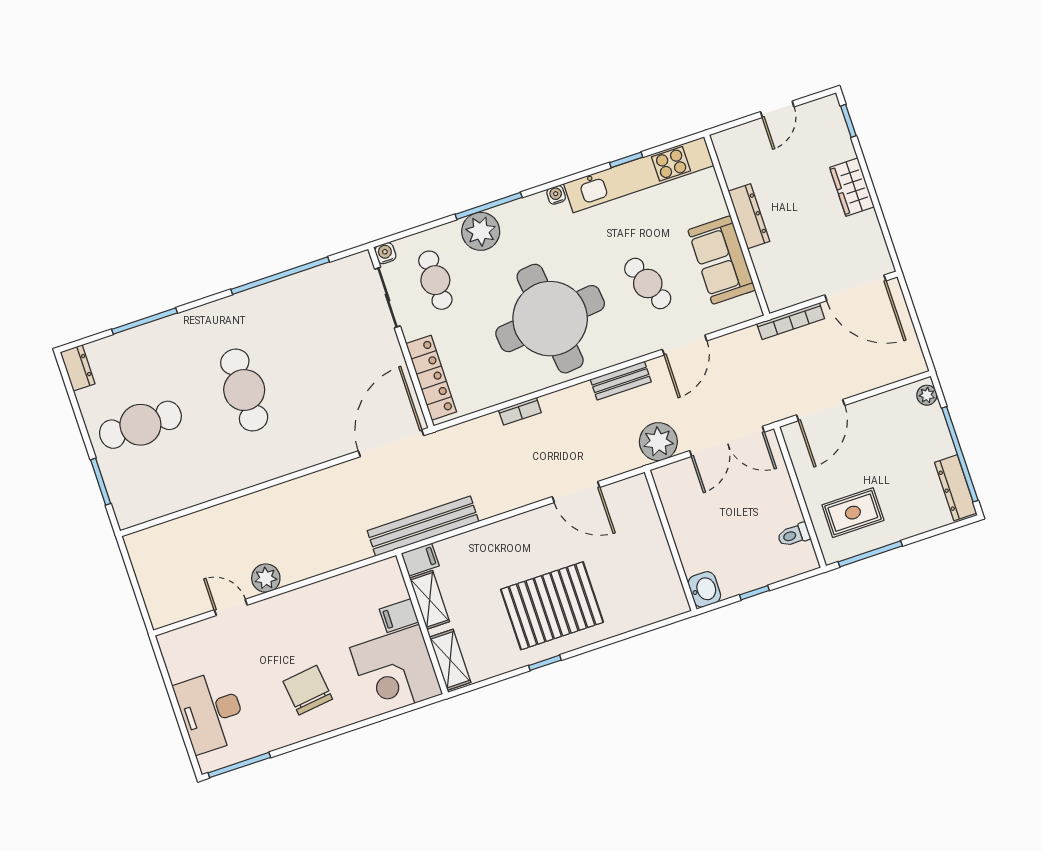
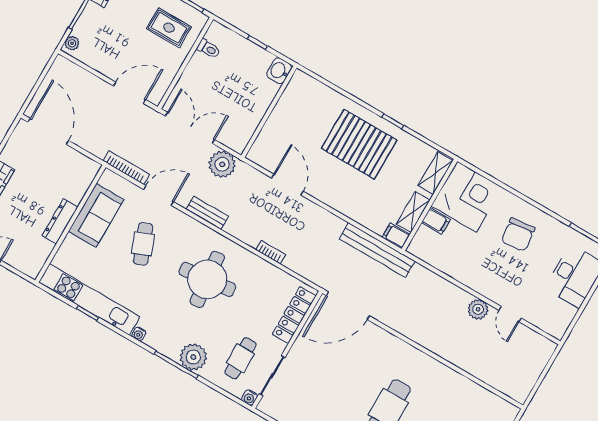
round table: (550, 319) -> (207, 279), width x0.73, depth x0.73
bookcase: (791, 321) -> (126, 168), moved

